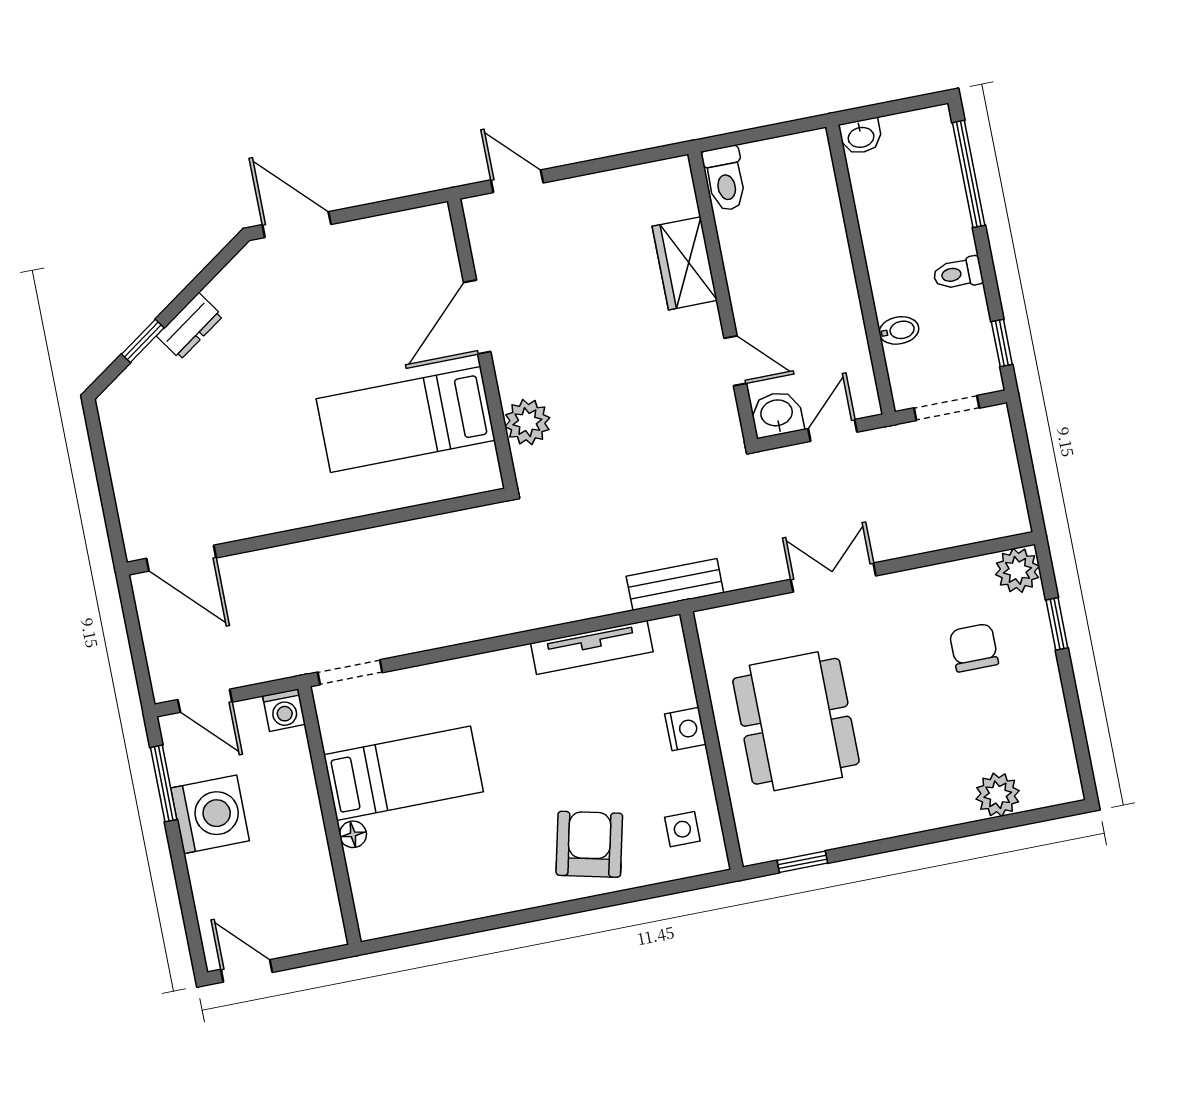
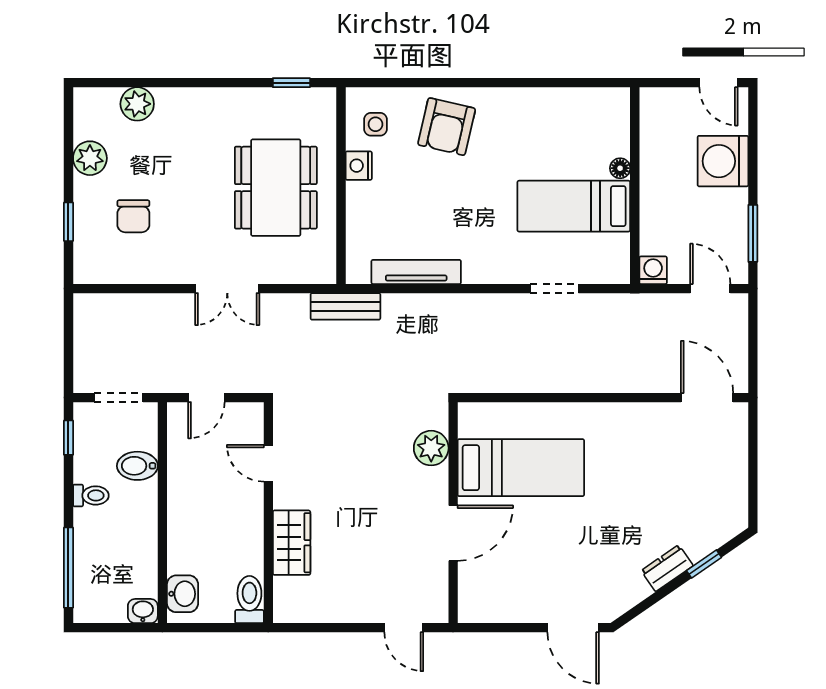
bidet: (899, 330) -> (137, 466), width x1.38, depth x1.36
washbasin: (777, 414) -> (183, 594), moved, turned -90
plant: (1017, 570) -> (90, 158), moved
doorway: (350, 672) -> (554, 289), moved
nightstand: (685, 729) -> (359, 166), moved
washing machine: (210, 814) -> (723, 161), moved

